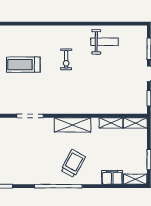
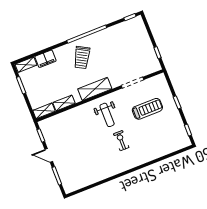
weight bench: (104, 42) -> (107, 115), moved, turned -90
treadmill: (23, 65) -> (147, 109), moved

